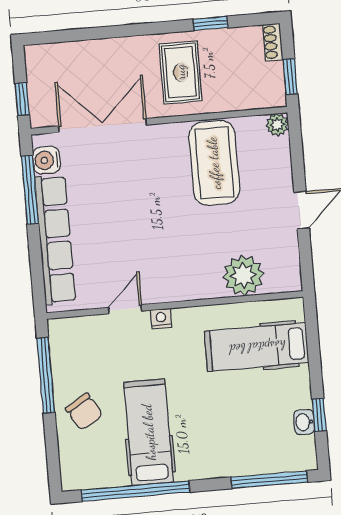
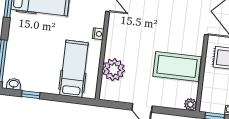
nightstand: (161, 319) -> (98, 34), moved
washbasin: (304, 422) -> (14, 84), moved

